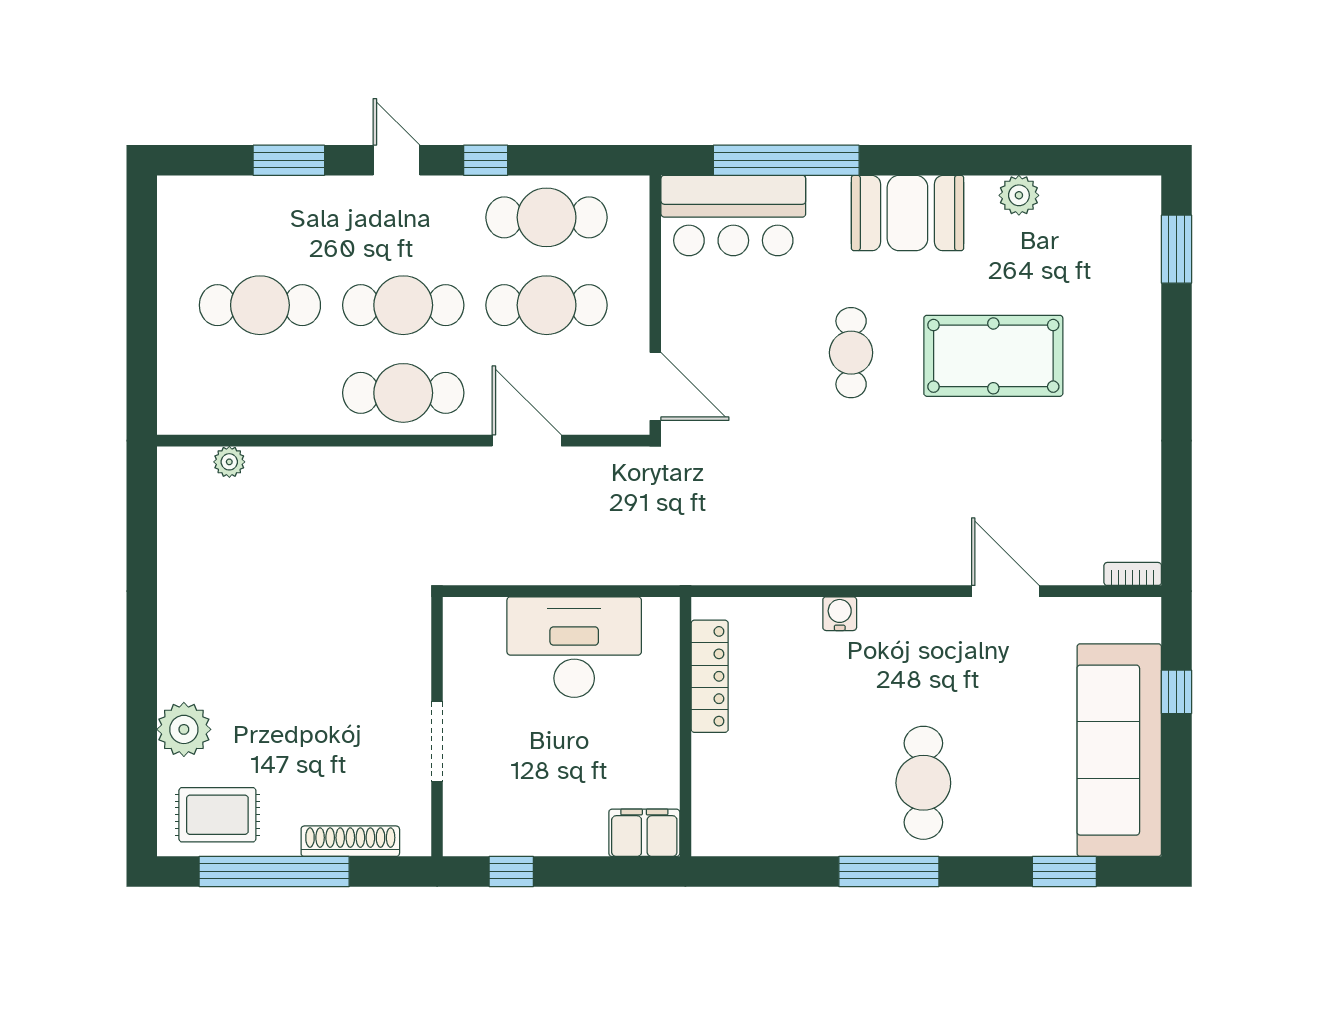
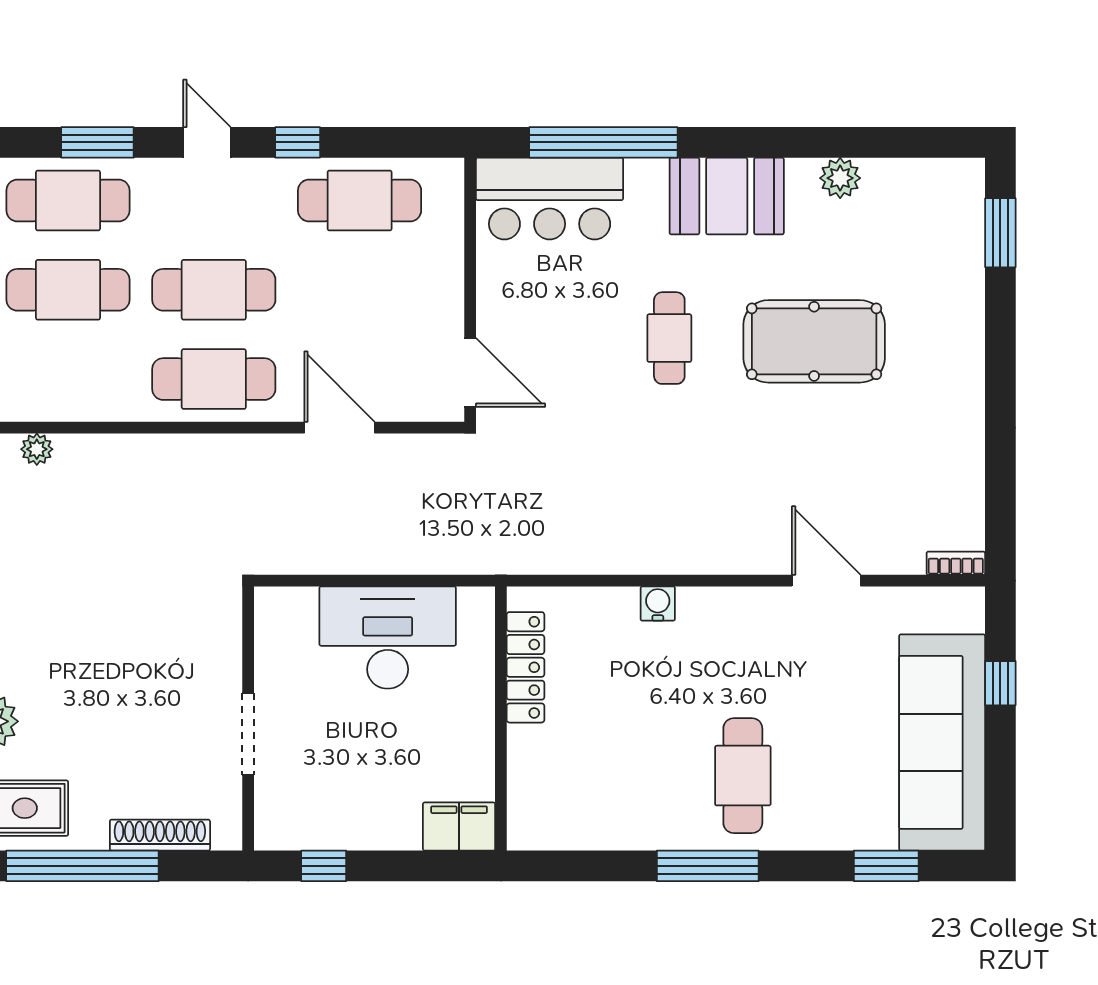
cafe table: (547, 305) -> (68, 201), moved

